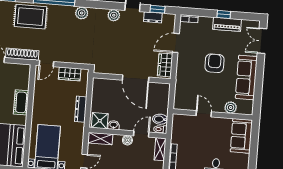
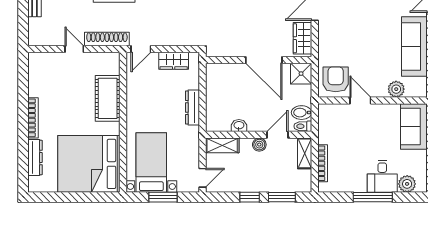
armchair: (214, 63) -> (336, 79), moved
cot: (21, 102) -> (108, 98), width x1.37, depth x1.34
shower: (100, 121) -> (301, 74), moved

